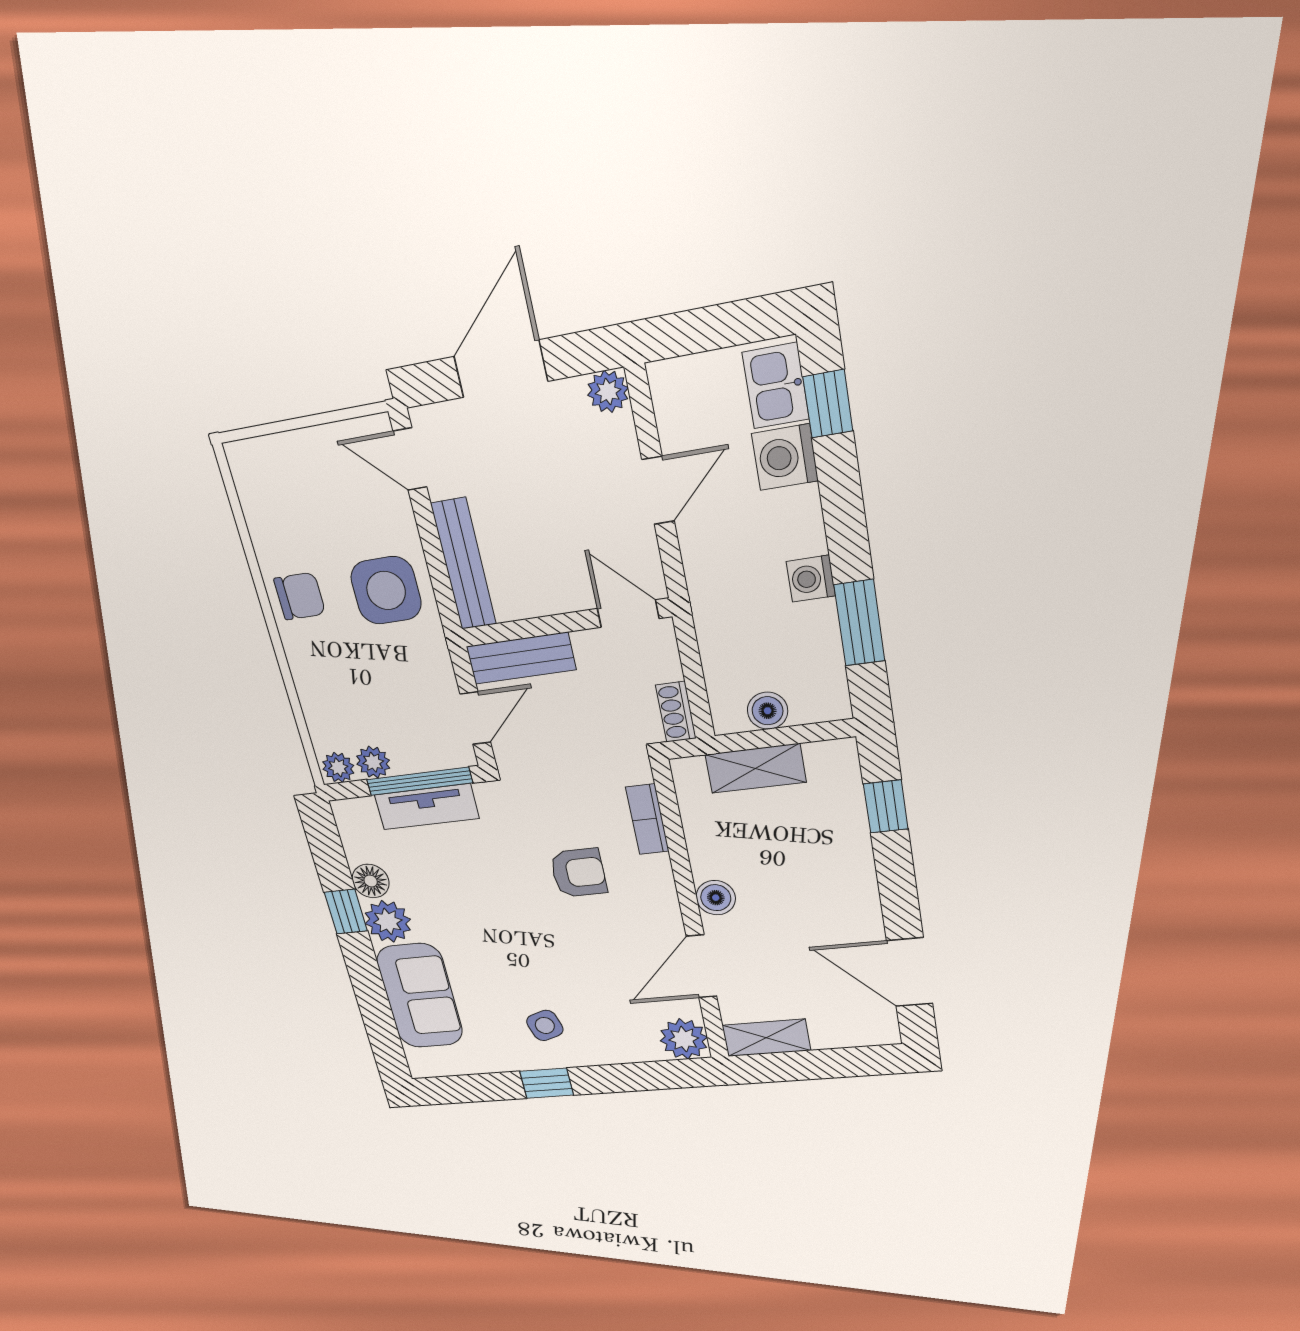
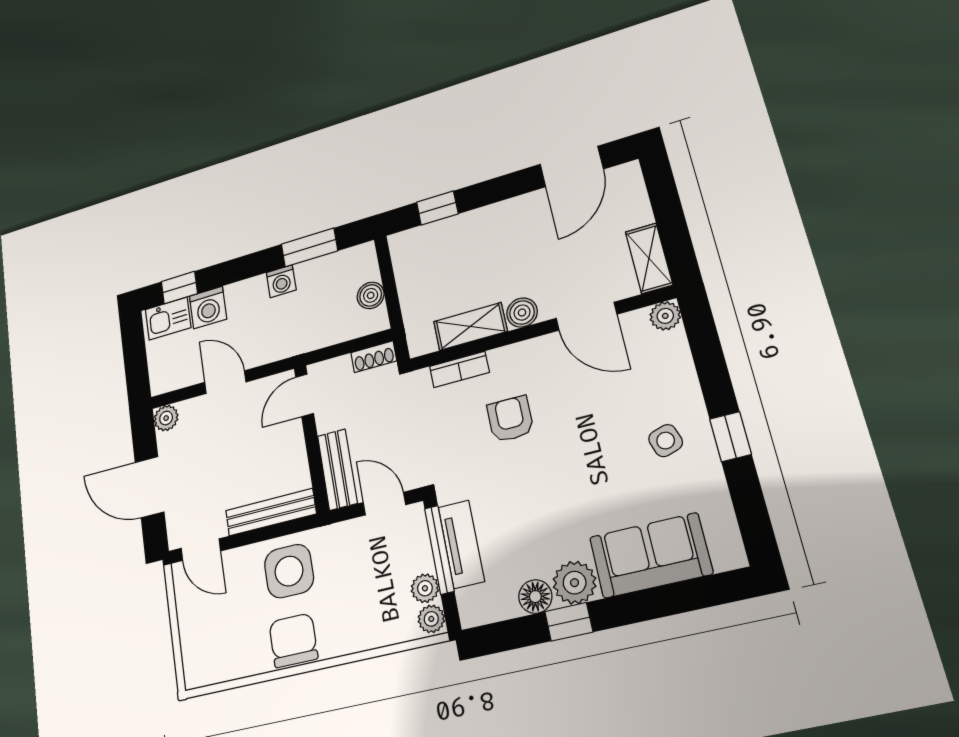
door: (410, 459) -> (201, 550), hinge flipped
chair: (300, 596) -> (293, 640), width x1.37, depth x1.37
shelving: (756, 768) -> (470, 326), moved, turned 90
plant: (684, 1039) -> (665, 316), width x0.73, depth x0.73

